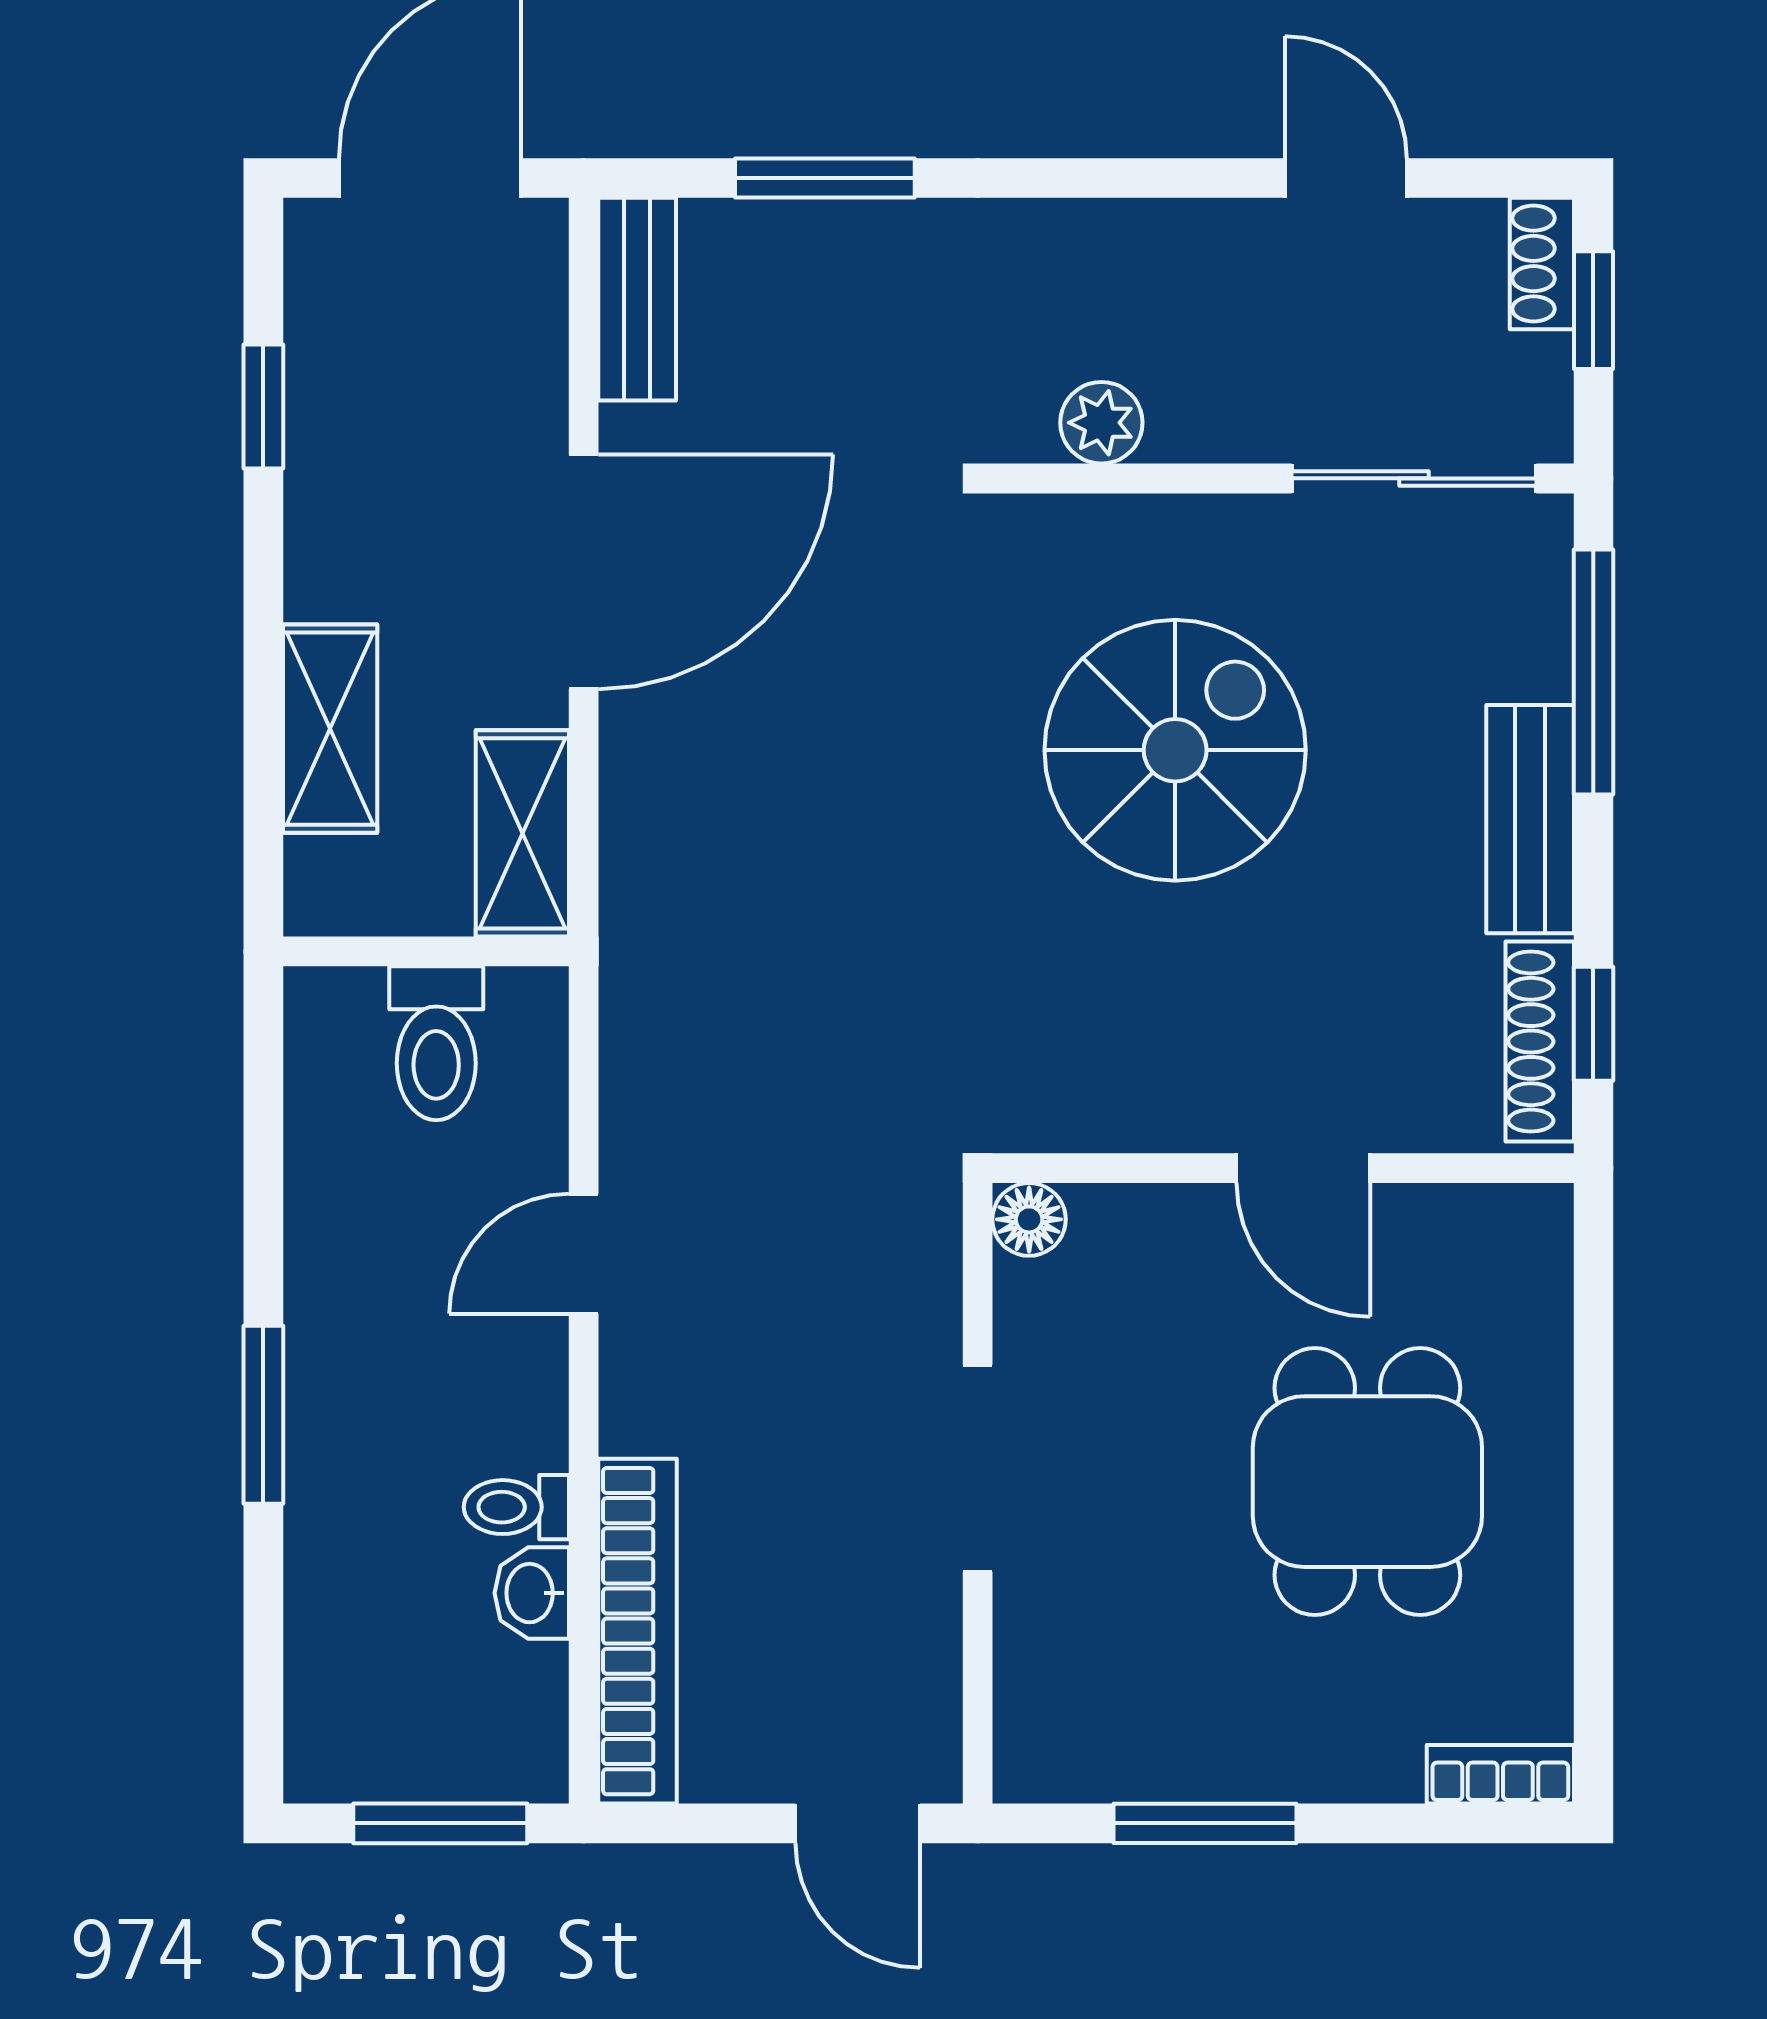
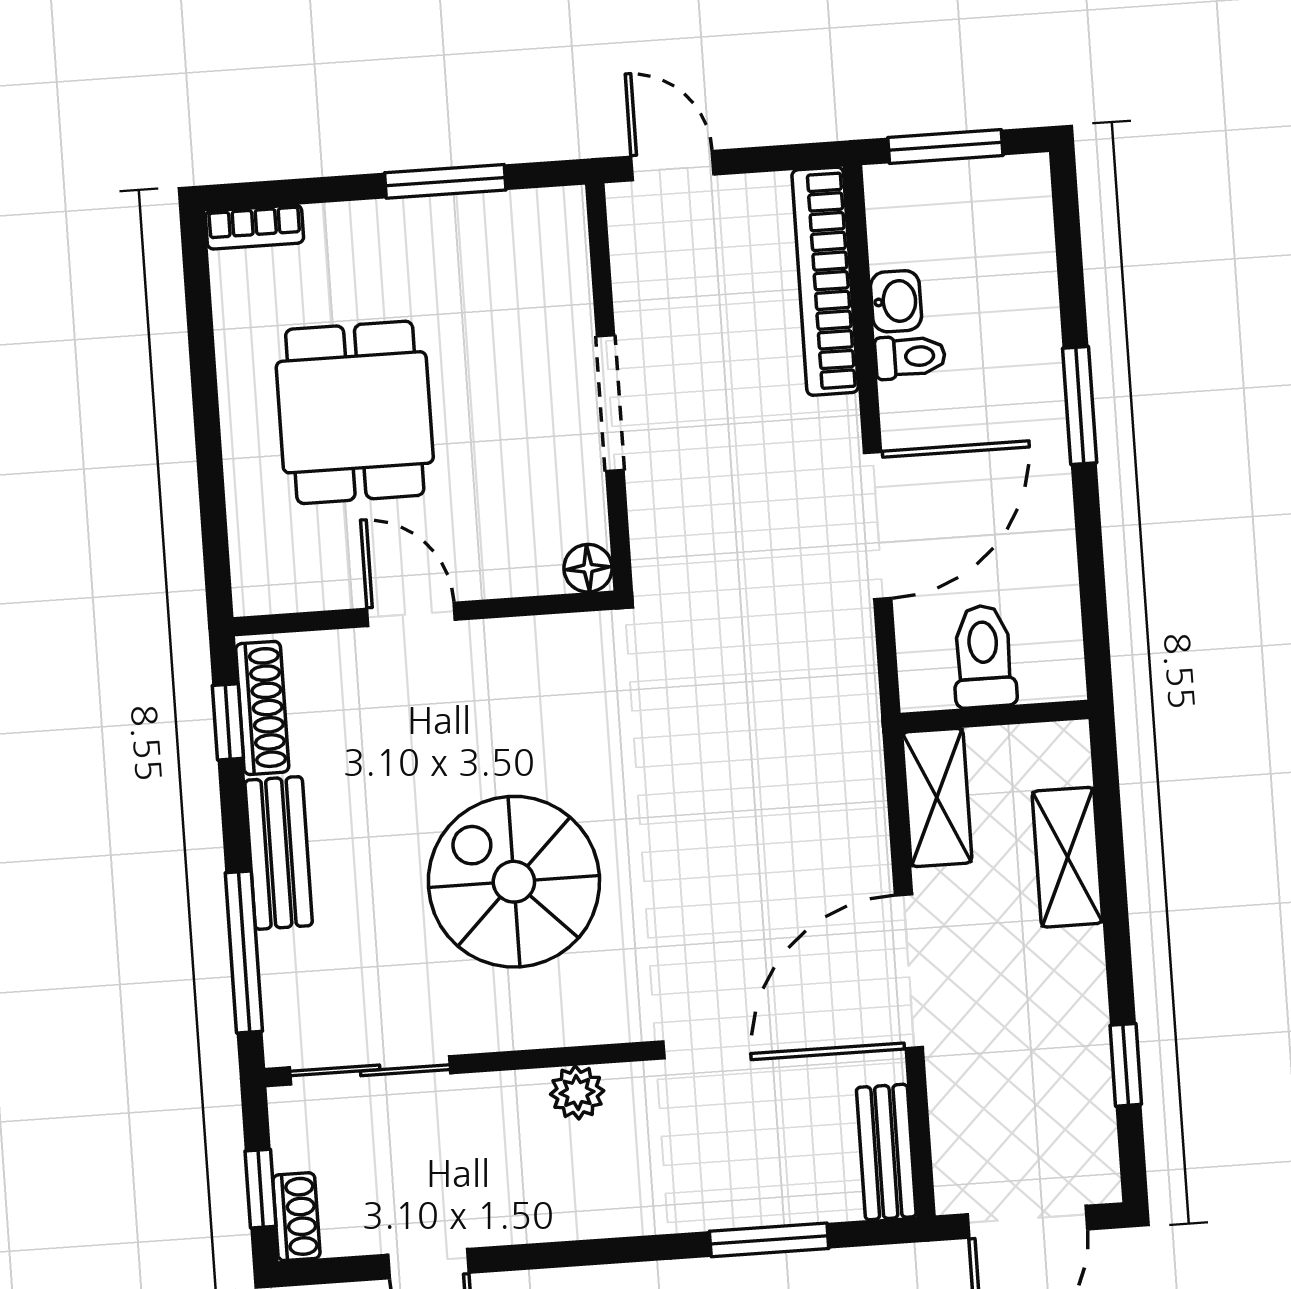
spiral stairs: (1175, 750) -> (514, 882), turned 90
door: (584, 1254) -> (878, 525), width x1.87

